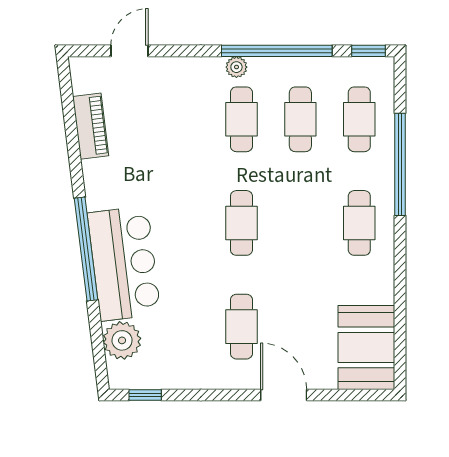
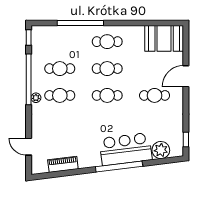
cafe table: (359, 119) -> (107, 69), moved

